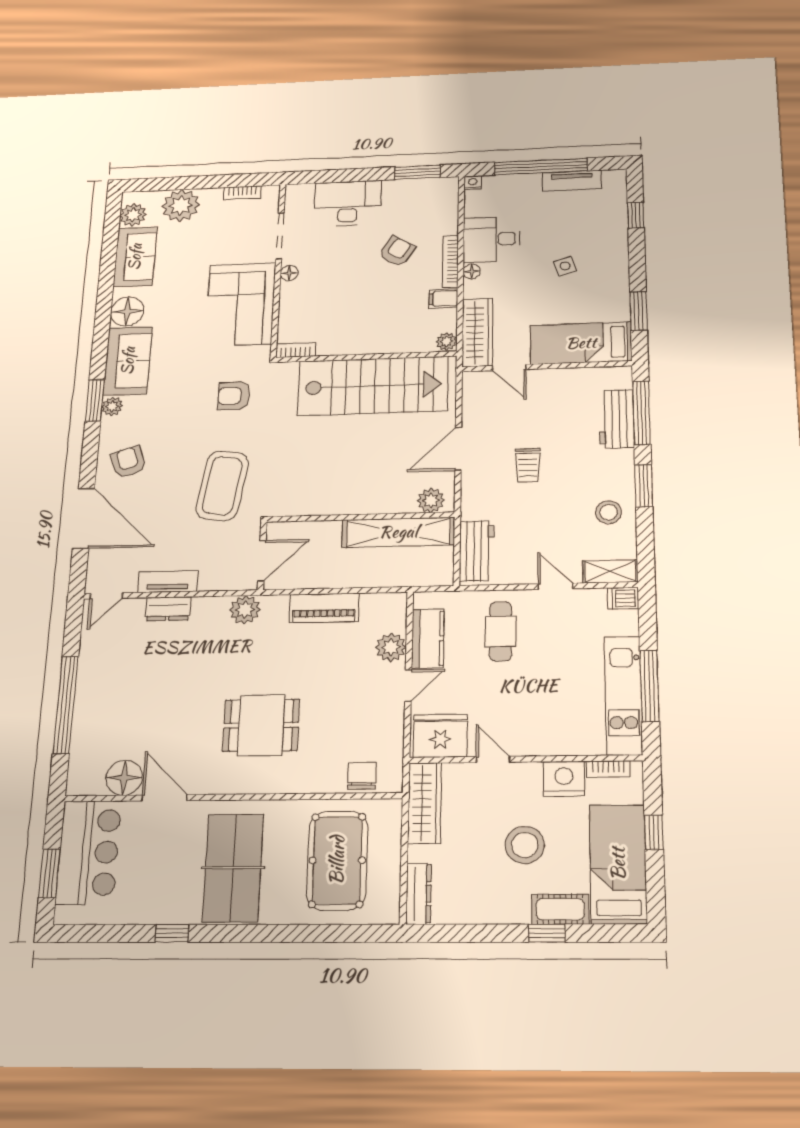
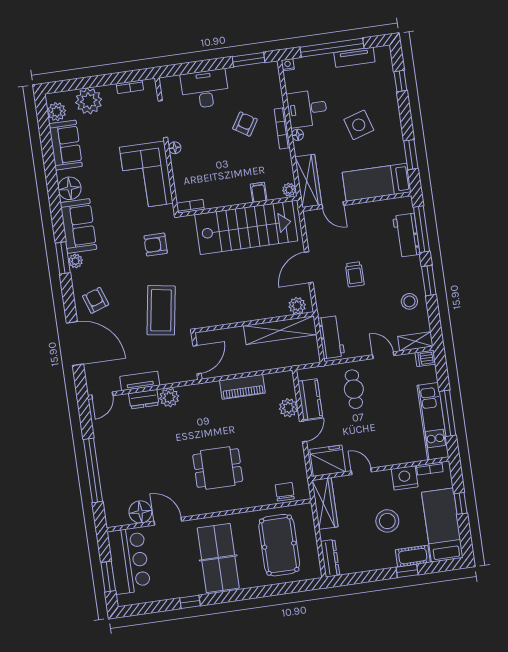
side table: (565, 266) -> (359, 125), width x1.87, depth x1.87
filing cabinet: (443, 299) -> (259, 192), moved, turned 90
plant: (245, 610) -> (169, 397), moved

